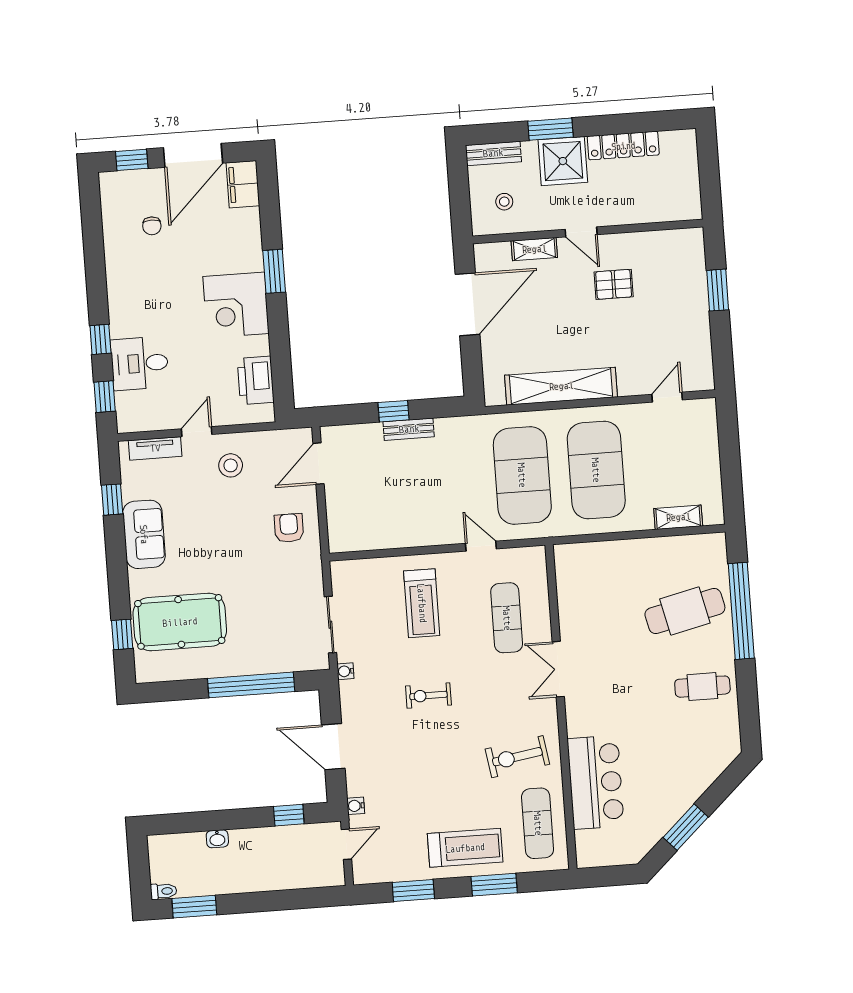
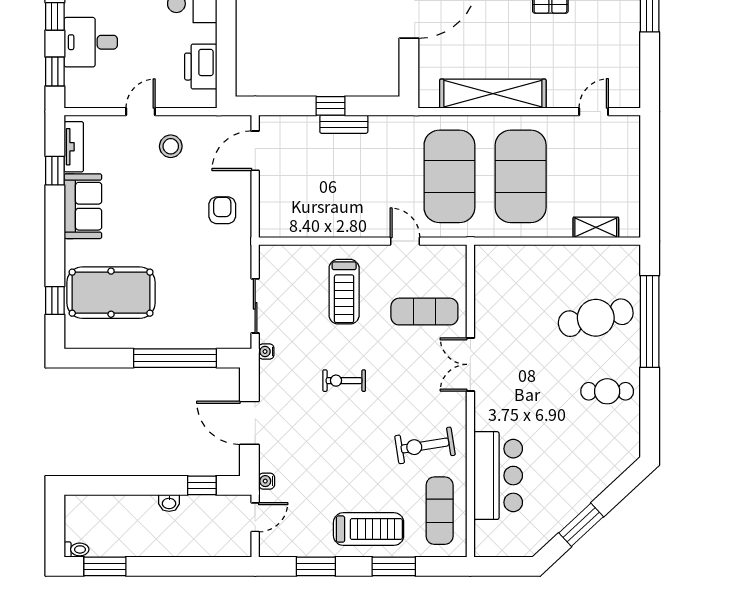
tv unit: (155, 448) -> (74, 147), moved, turned -90
exercise mat: (507, 618) -> (424, 312), turned 90
washbasin: (217, 839) -> (169, 503), moved

